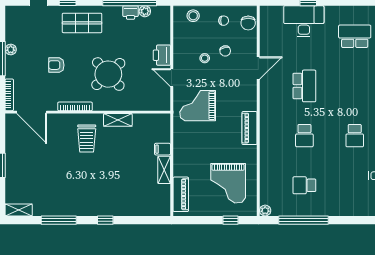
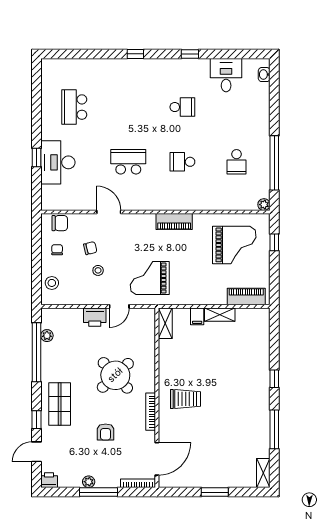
printer: (131, 13) -> (49, 480), moved, turned -90
grand piano: (198, 106) -> (150, 278), turned 90
shelving: (118, 120) -> (165, 323), moved
school desk: (304, 136) -> (182, 162), turned 180

